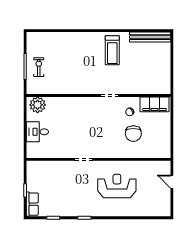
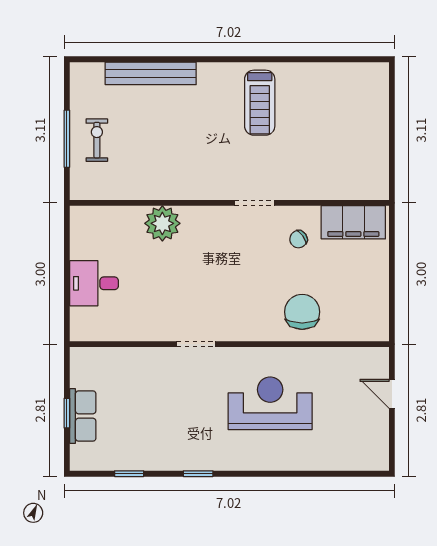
bench: (150, 37) -> (151, 73), moved
plant: (38, 105) -> (162, 223), moved
chair: (133, 134) -> (302, 312), moved, turned 180
row of seats: (32, 204) -> (83, 416), moved

